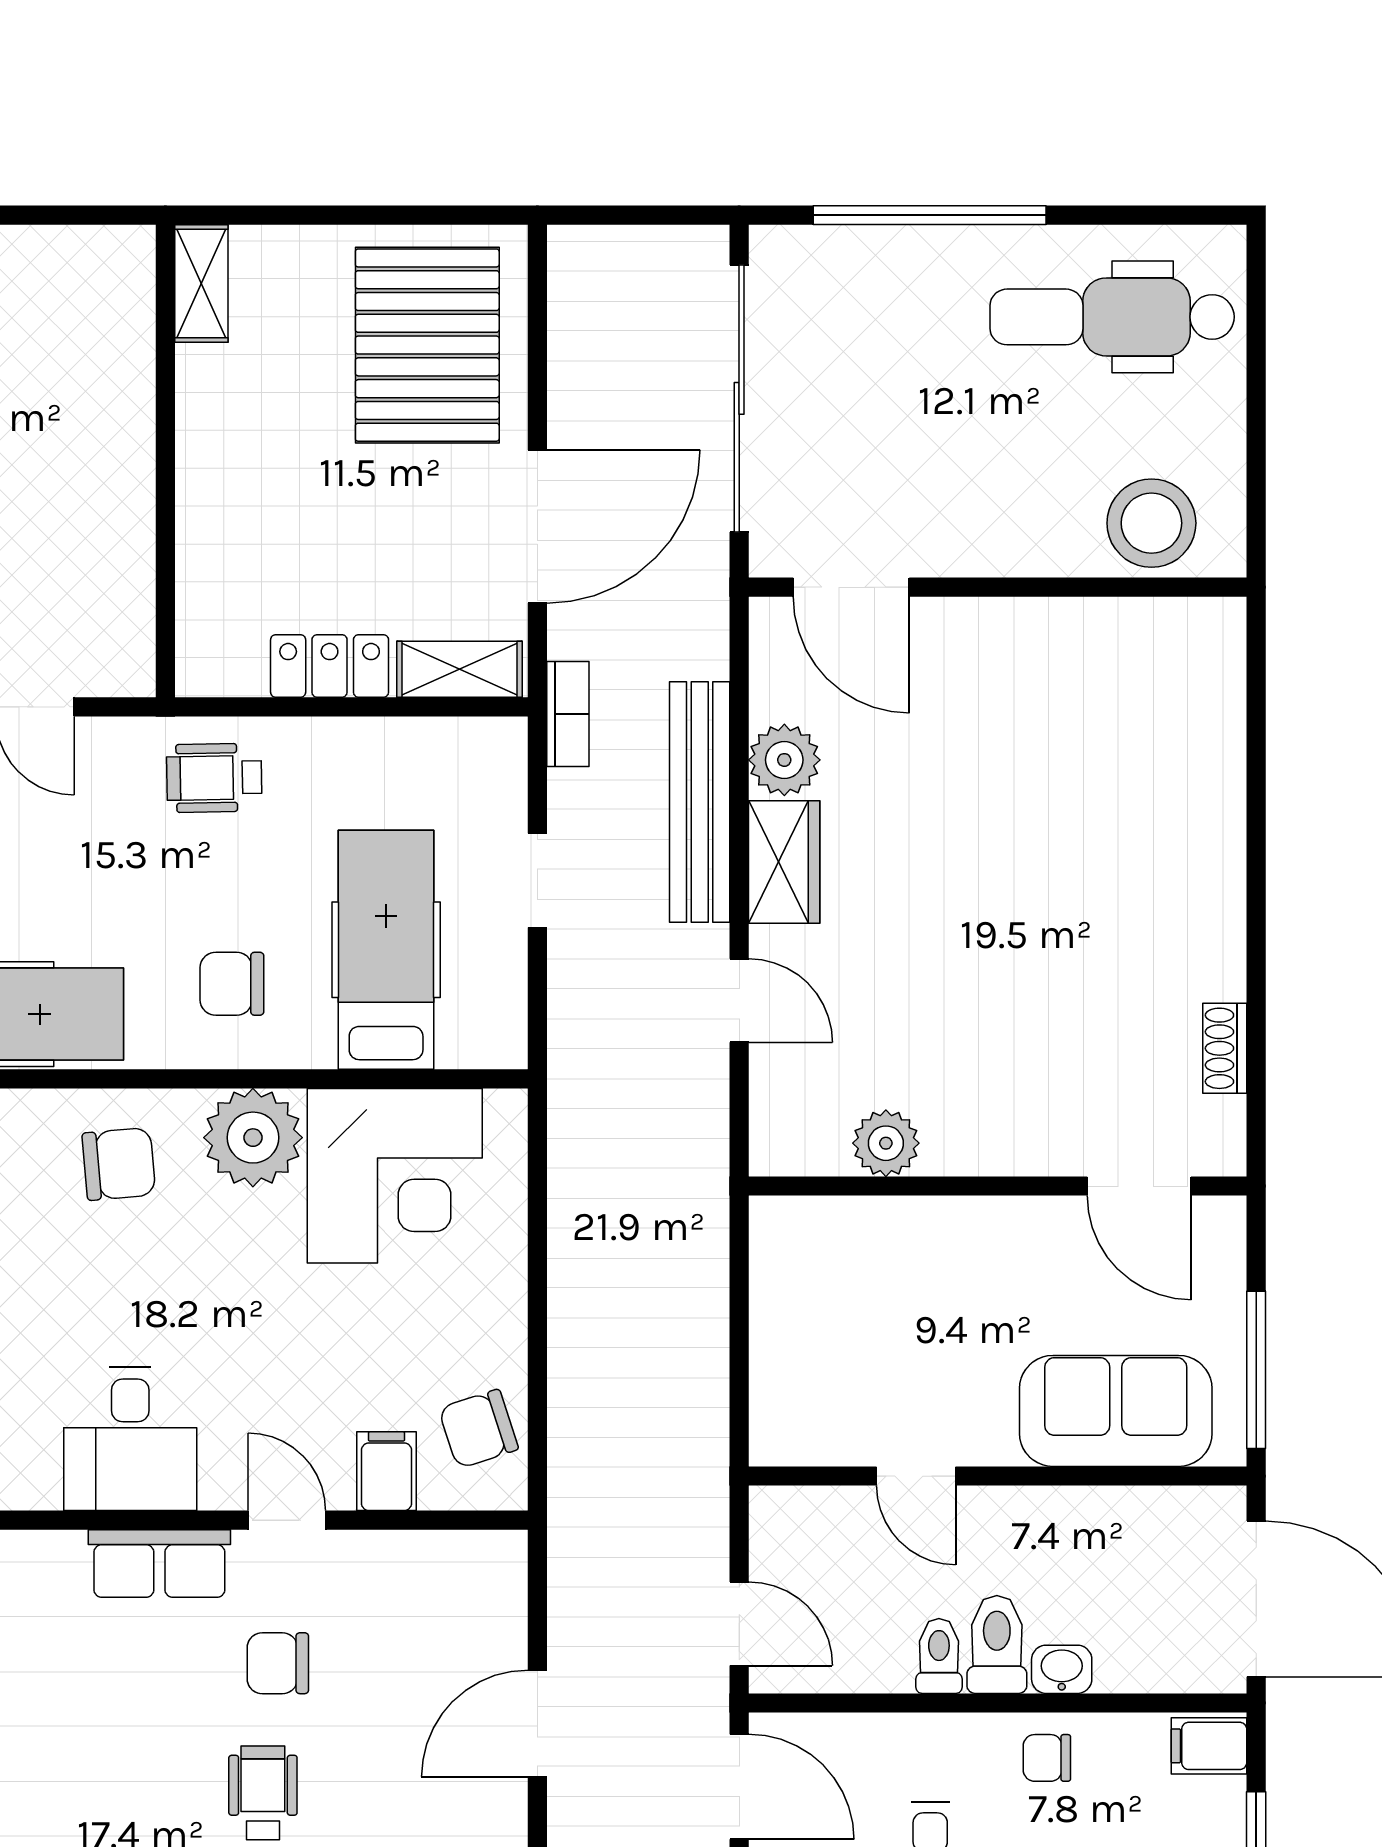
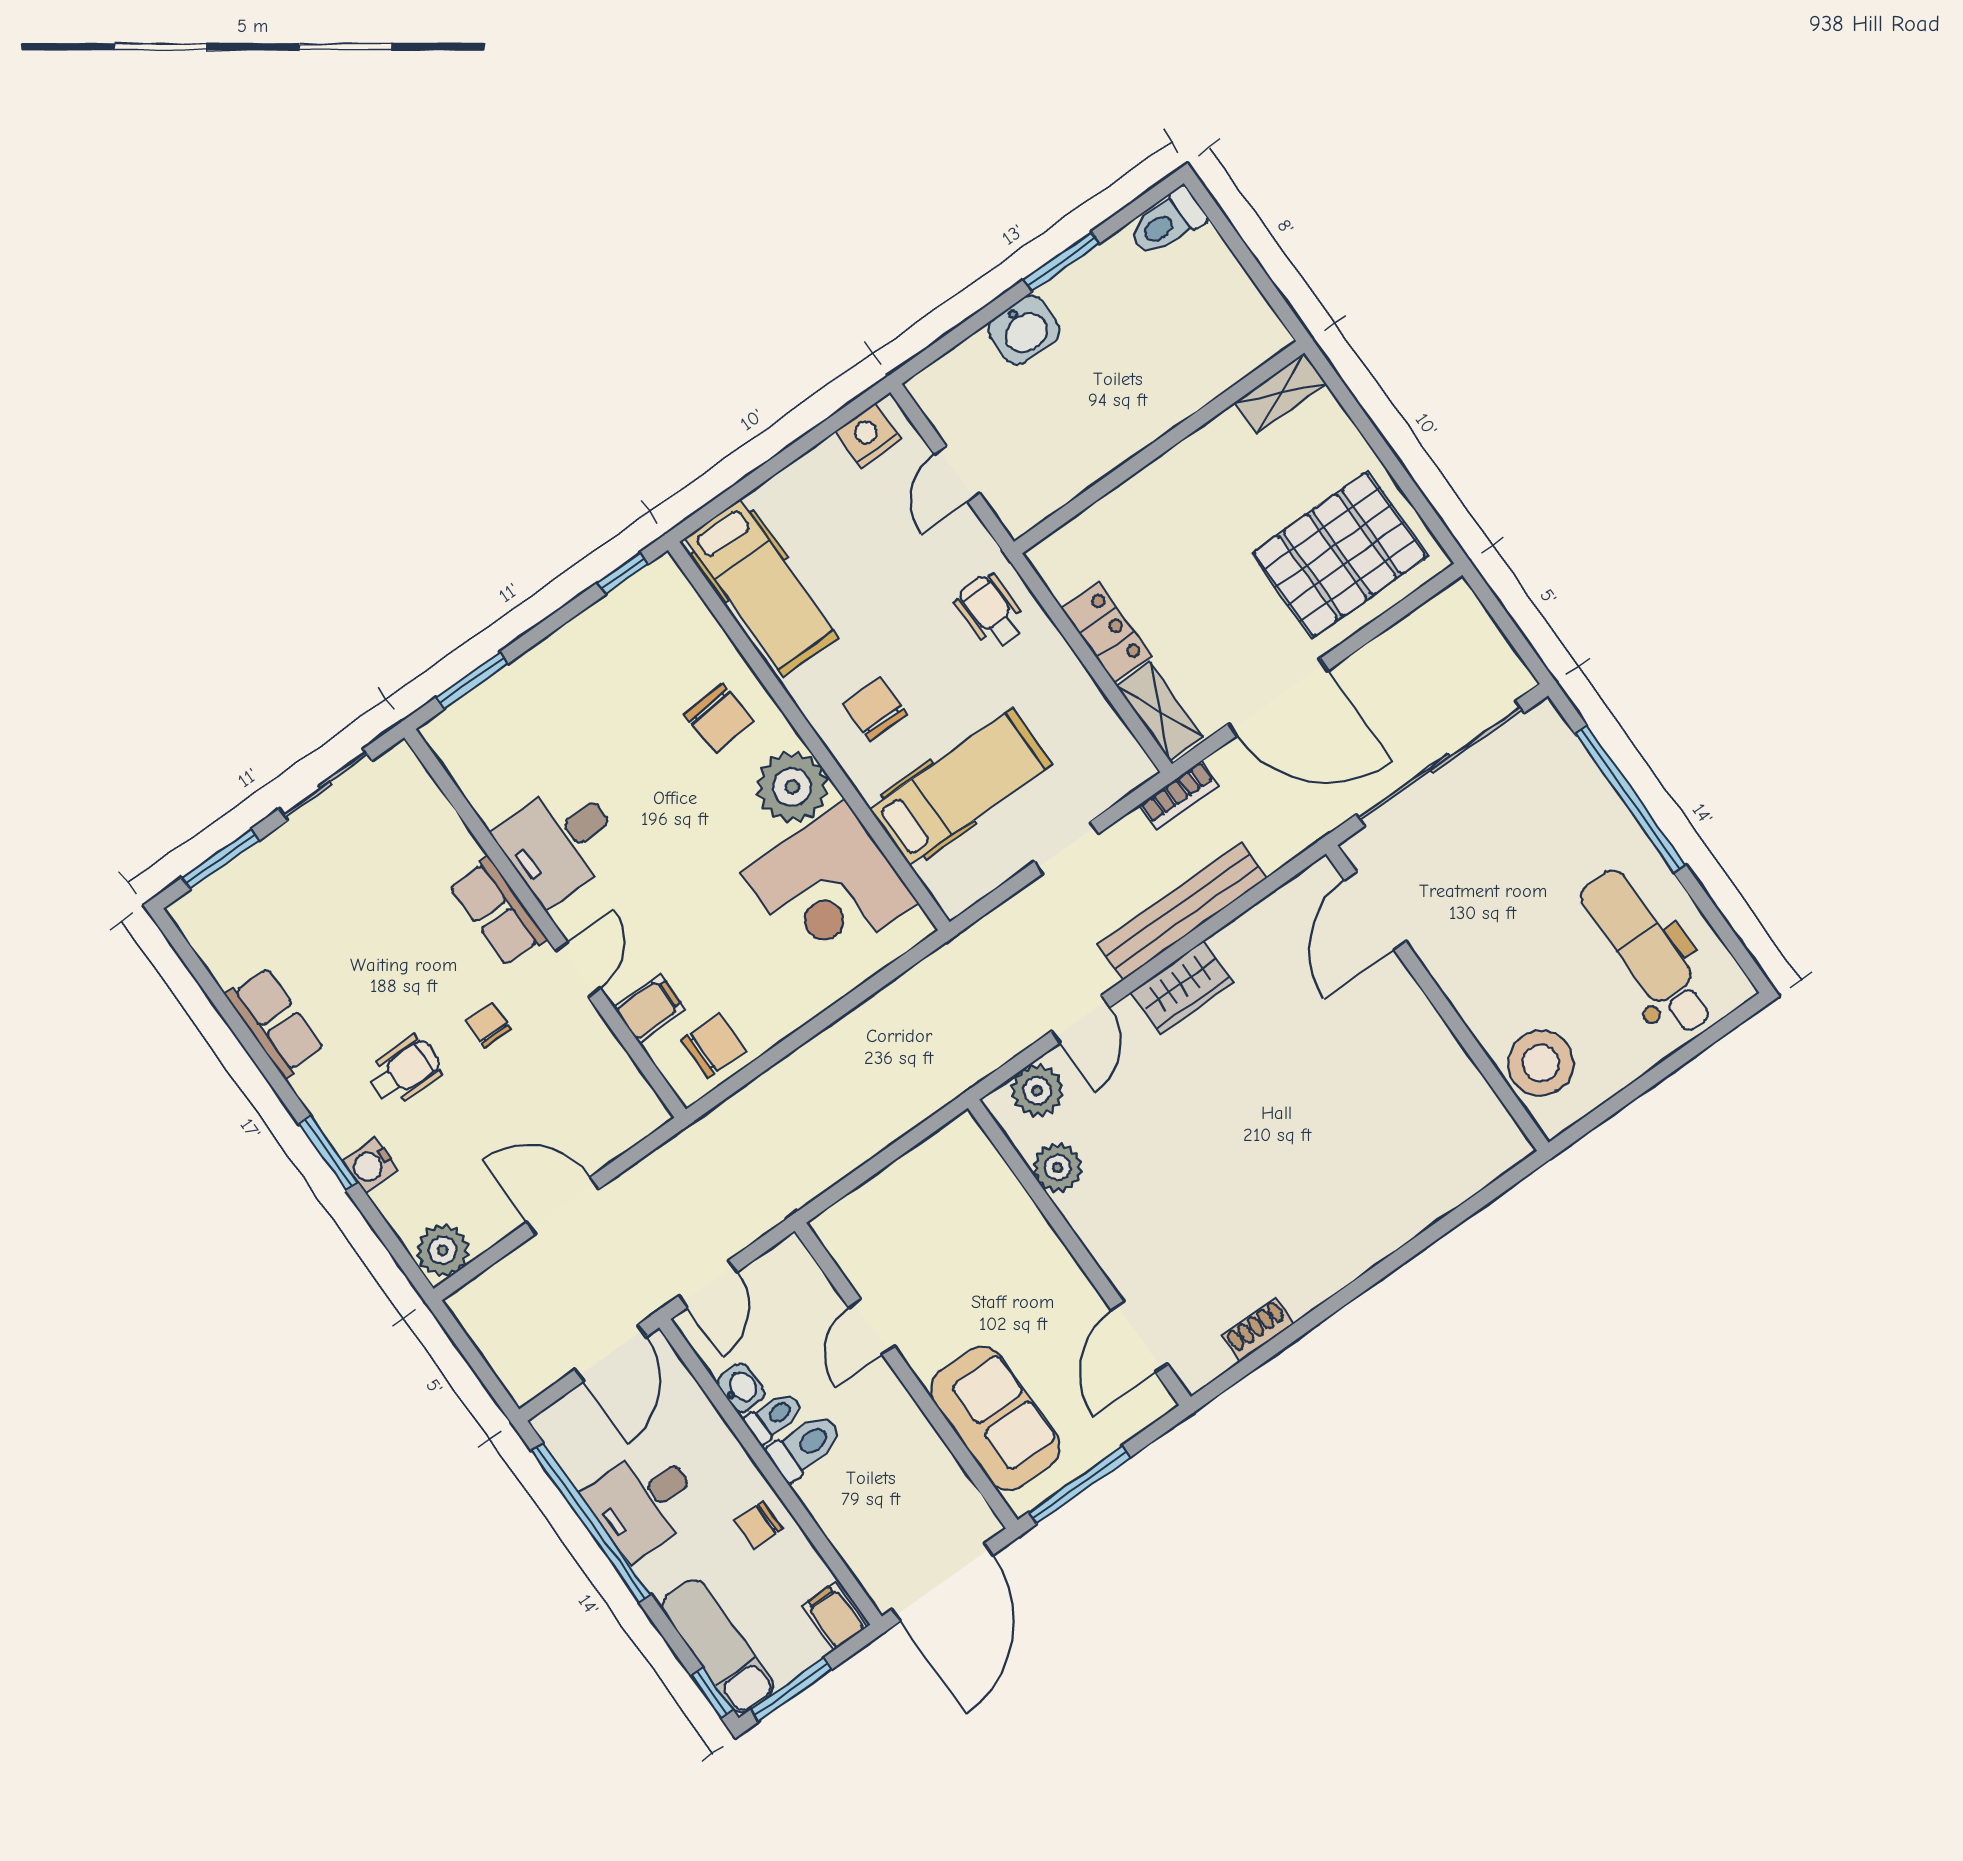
plant: (784, 760) -> (1037, 1091), moved
chair: (478, 1429) -> (714, 1045), turned 108
chair: (278, 1663) -> (489, 1025), width x0.73, depth x0.73
washbasin: (1062, 1669) -> (741, 1388), moved
chair: (1047, 1758) -> (759, 1525), turned -90

